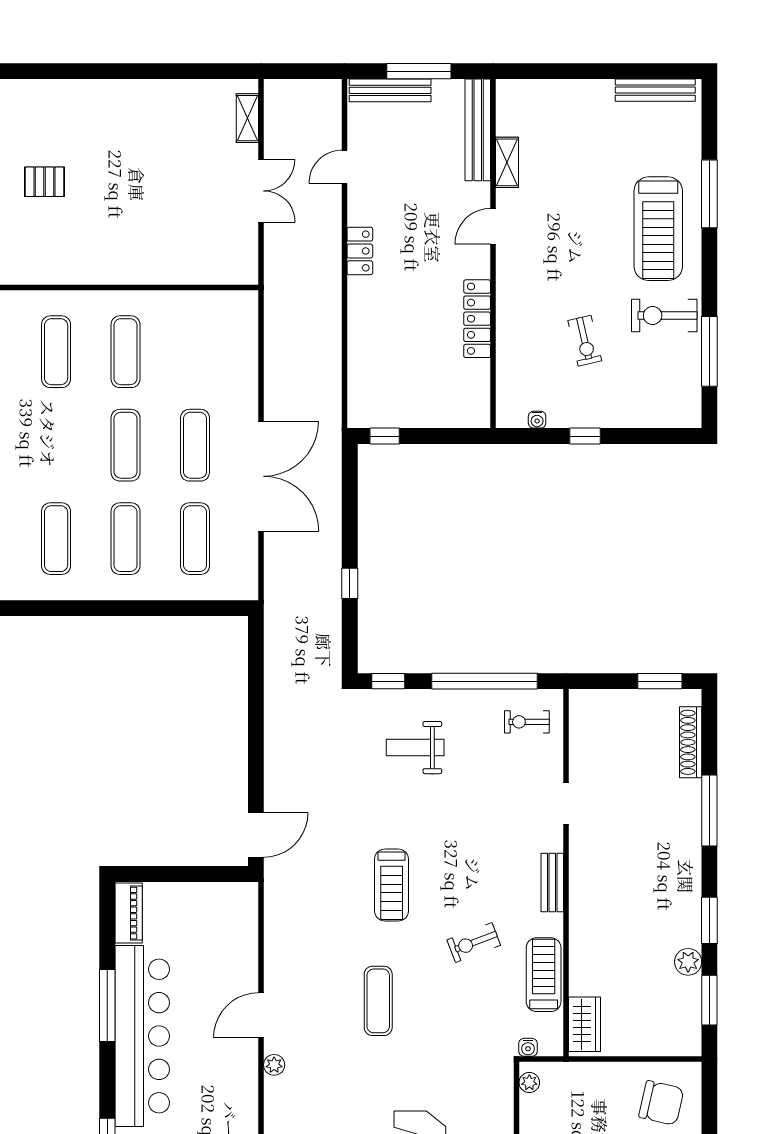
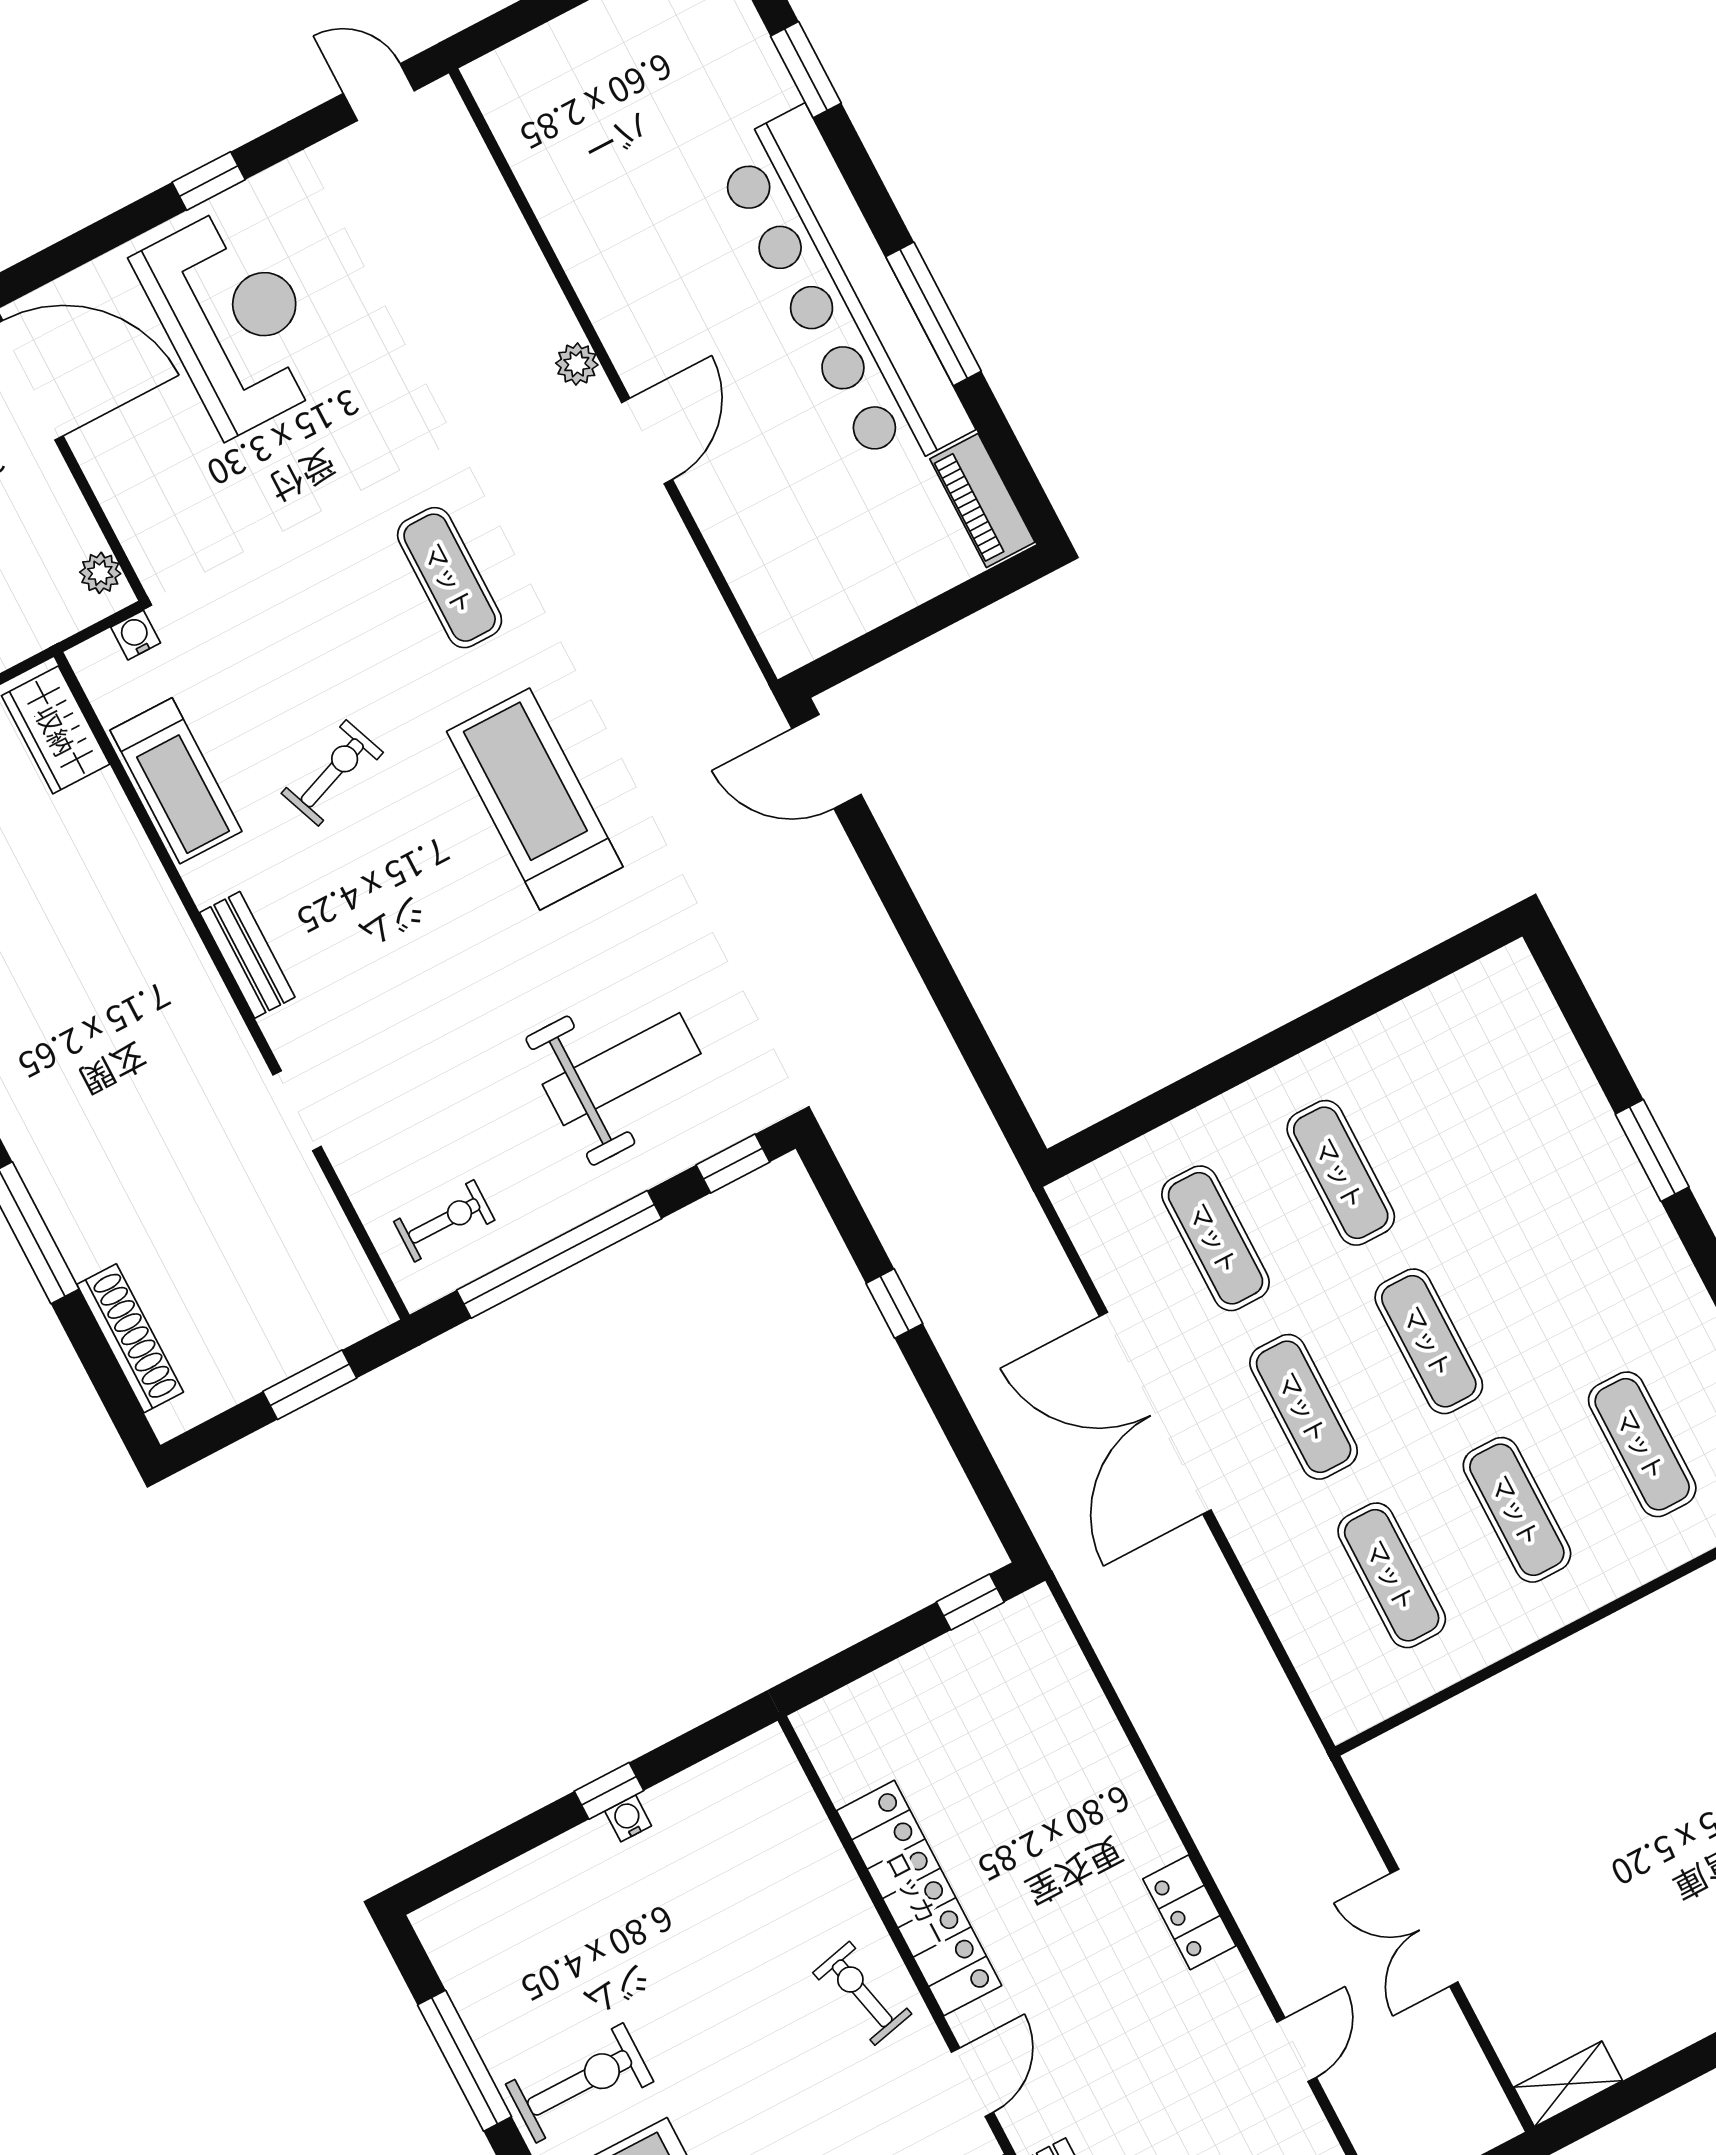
shelving: (247, 118) -> (1568, 2084), moved, turned 90
locker: (477, 319) -> (919, 1898), width x1.41, depth x1.21
exercise bike: (585, 341) -> (862, 1993), moved
water cooler: (537, 420) -> (628, 1818), moved
exercise mat: (56, 539) -> (1392, 1575), moved
window: (660, 681) -> (310, 1385), moved
weight bench: (415, 748) -> (622, 1069), width x1.36, depth x1.33
door: (256, 835) -> (827, 761), hinge flipped
treadmill: (392, 885) -> (535, 799), width x1.37, depth x1.38

